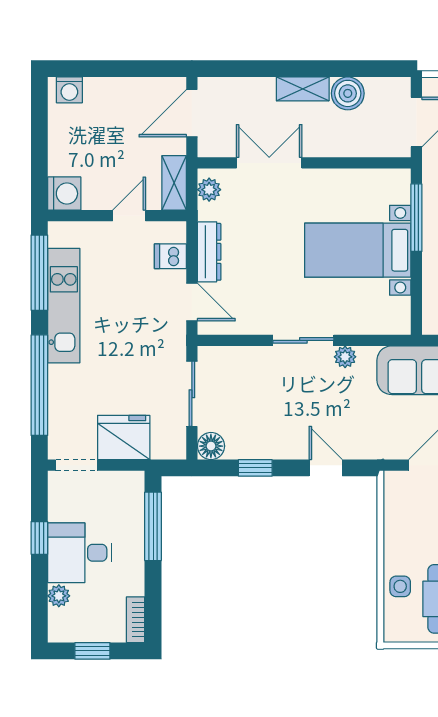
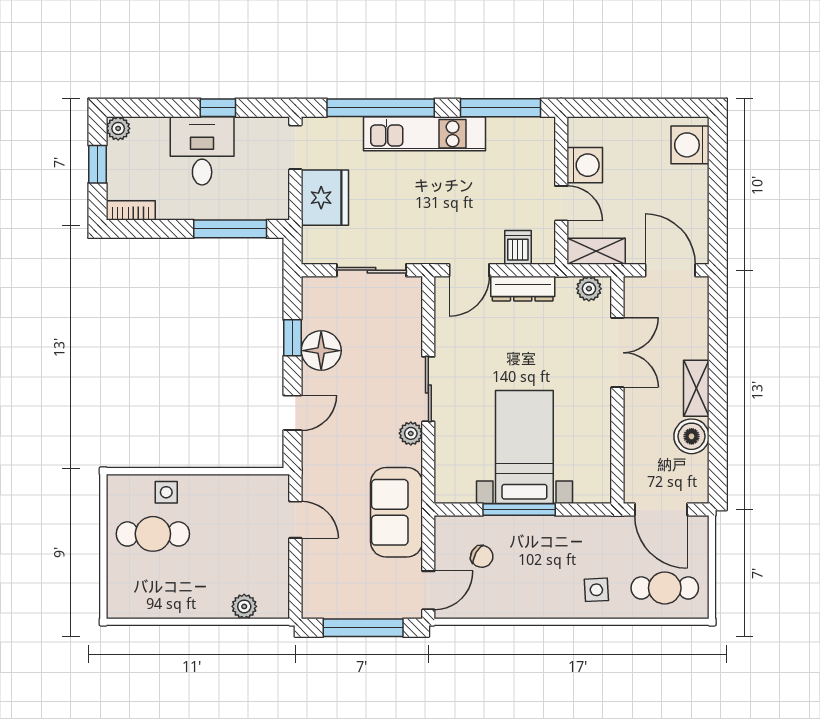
washing machine: (69, 90) -> (690, 145), width x1.38, depth x1.38
washing machine: (64, 194) -> (585, 165), moved, turned -90
window: (416, 218) -> (519, 510), moved
kitchen unit: (64, 306) -> (425, 134), moved
floor lamp: (211, 446) -> (321, 351), moved, width x1.38, depth x1.38
plant: (59, 596) -> (118, 128), moved

